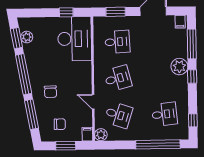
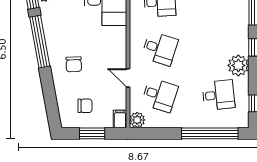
plant: (179, 67) -> (238, 65), moved
desk: (118, 78) -> (160, 49), turned 33
window: (31, 114) -> (49, 93), removed

